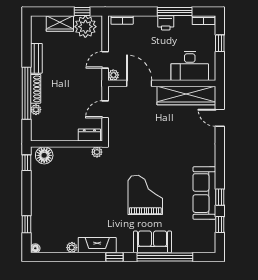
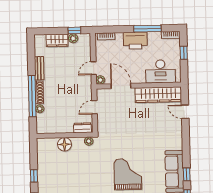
printer: (166, 23) -> (135, 41), width x1.87, depth x1.48
plant: (85, 27) -> (73, 38), width x0.53, depth x0.53
floor lamp: (44, 155) -> (64, 144), moved
window: (27, 163) -> (34, 176), moved

